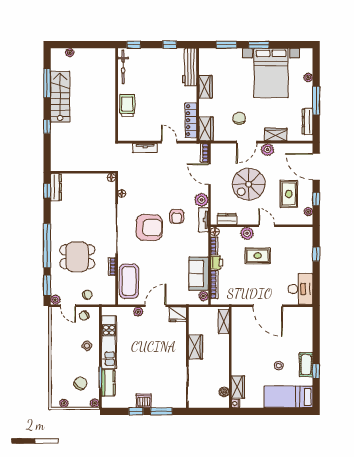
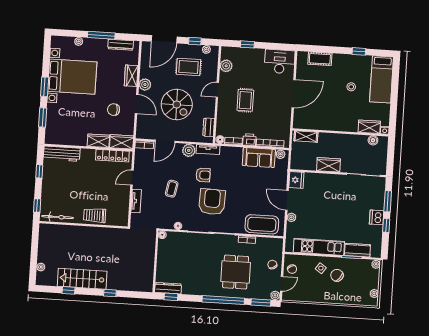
window: (47, 83) -> (69, 290), width x0.46
wardrobe: (206, 87) -> (98, 141), moved
coffee table: (160, 184) -> (172, 189), added
plant: (247, 233) -> (226, 66), moved
cot: (306, 365) -> (320, 59), moved
chair: (80, 383) -> (337, 275), moved

